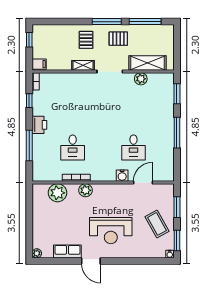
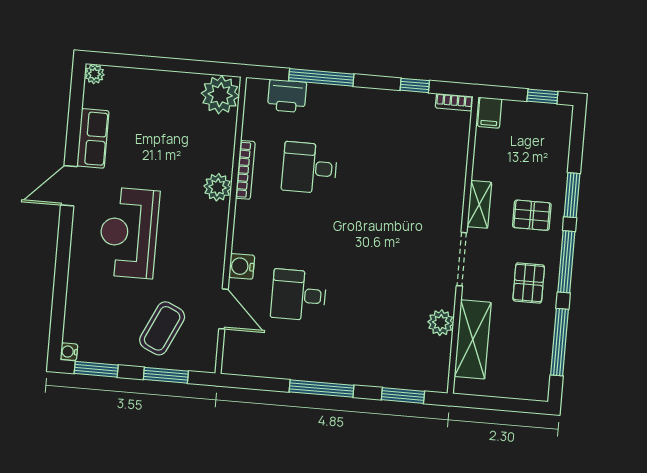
window: (75, 22) -> (572, 195), added
printer: (39, 125) -> (287, 96), moved
plant: (57, 193) -> (220, 95), moved
coffee table: (157, 224) -> (162, 328), moved, turned -36

